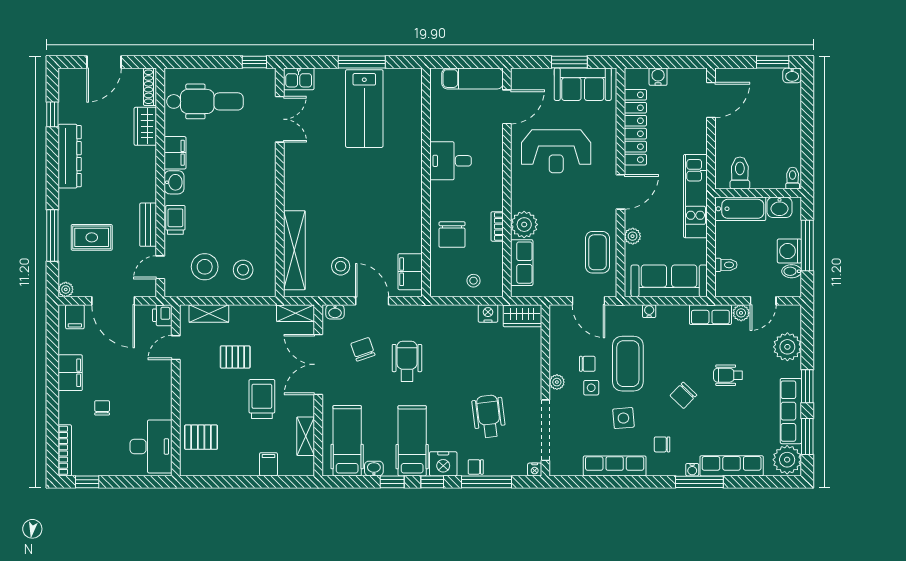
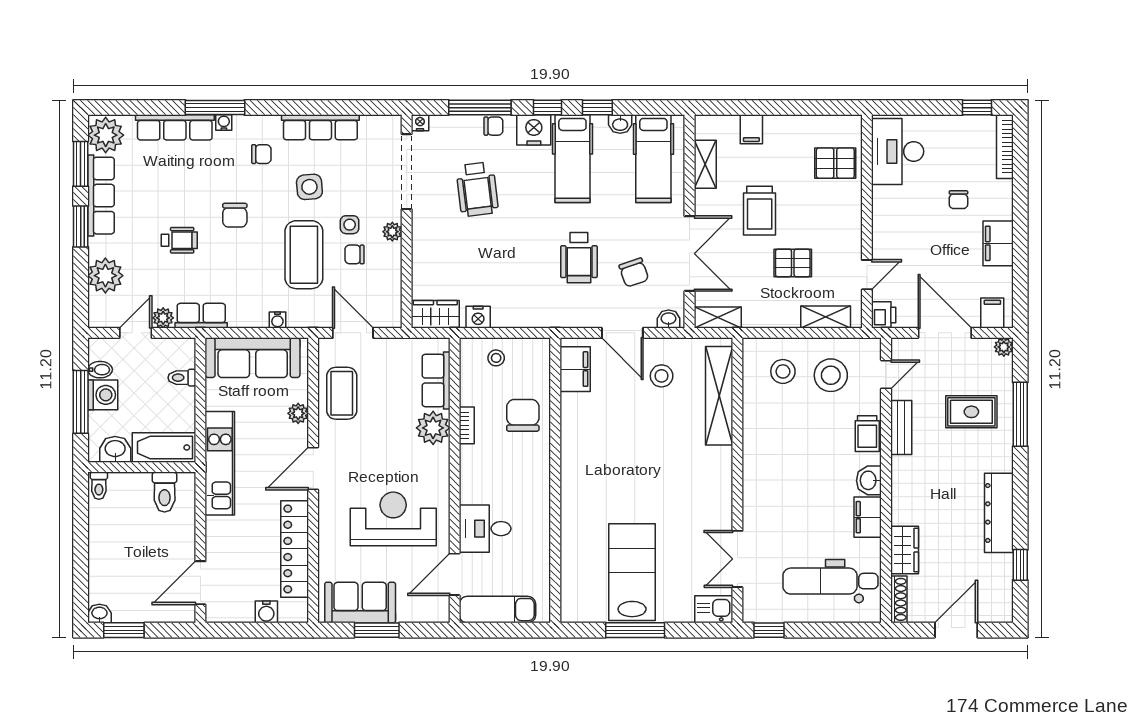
desk: (451, 161) -> (485, 529), moved, turned 180
chair: (683, 395) -> (235, 215), turned 136

